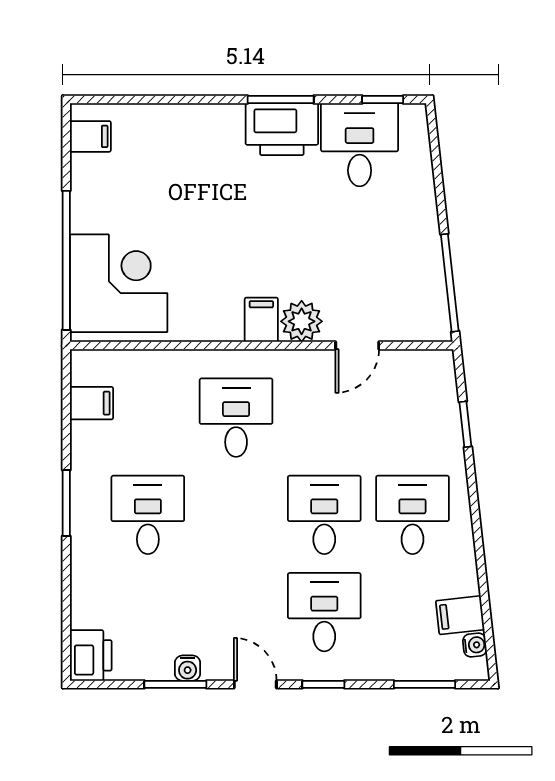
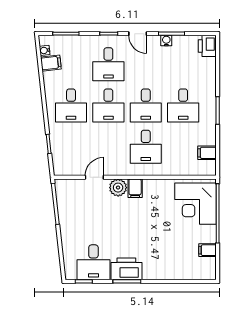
filing cabinet: (90, 136) -> (208, 250), moved
desk: (236, 515) -> (146, 105), added

